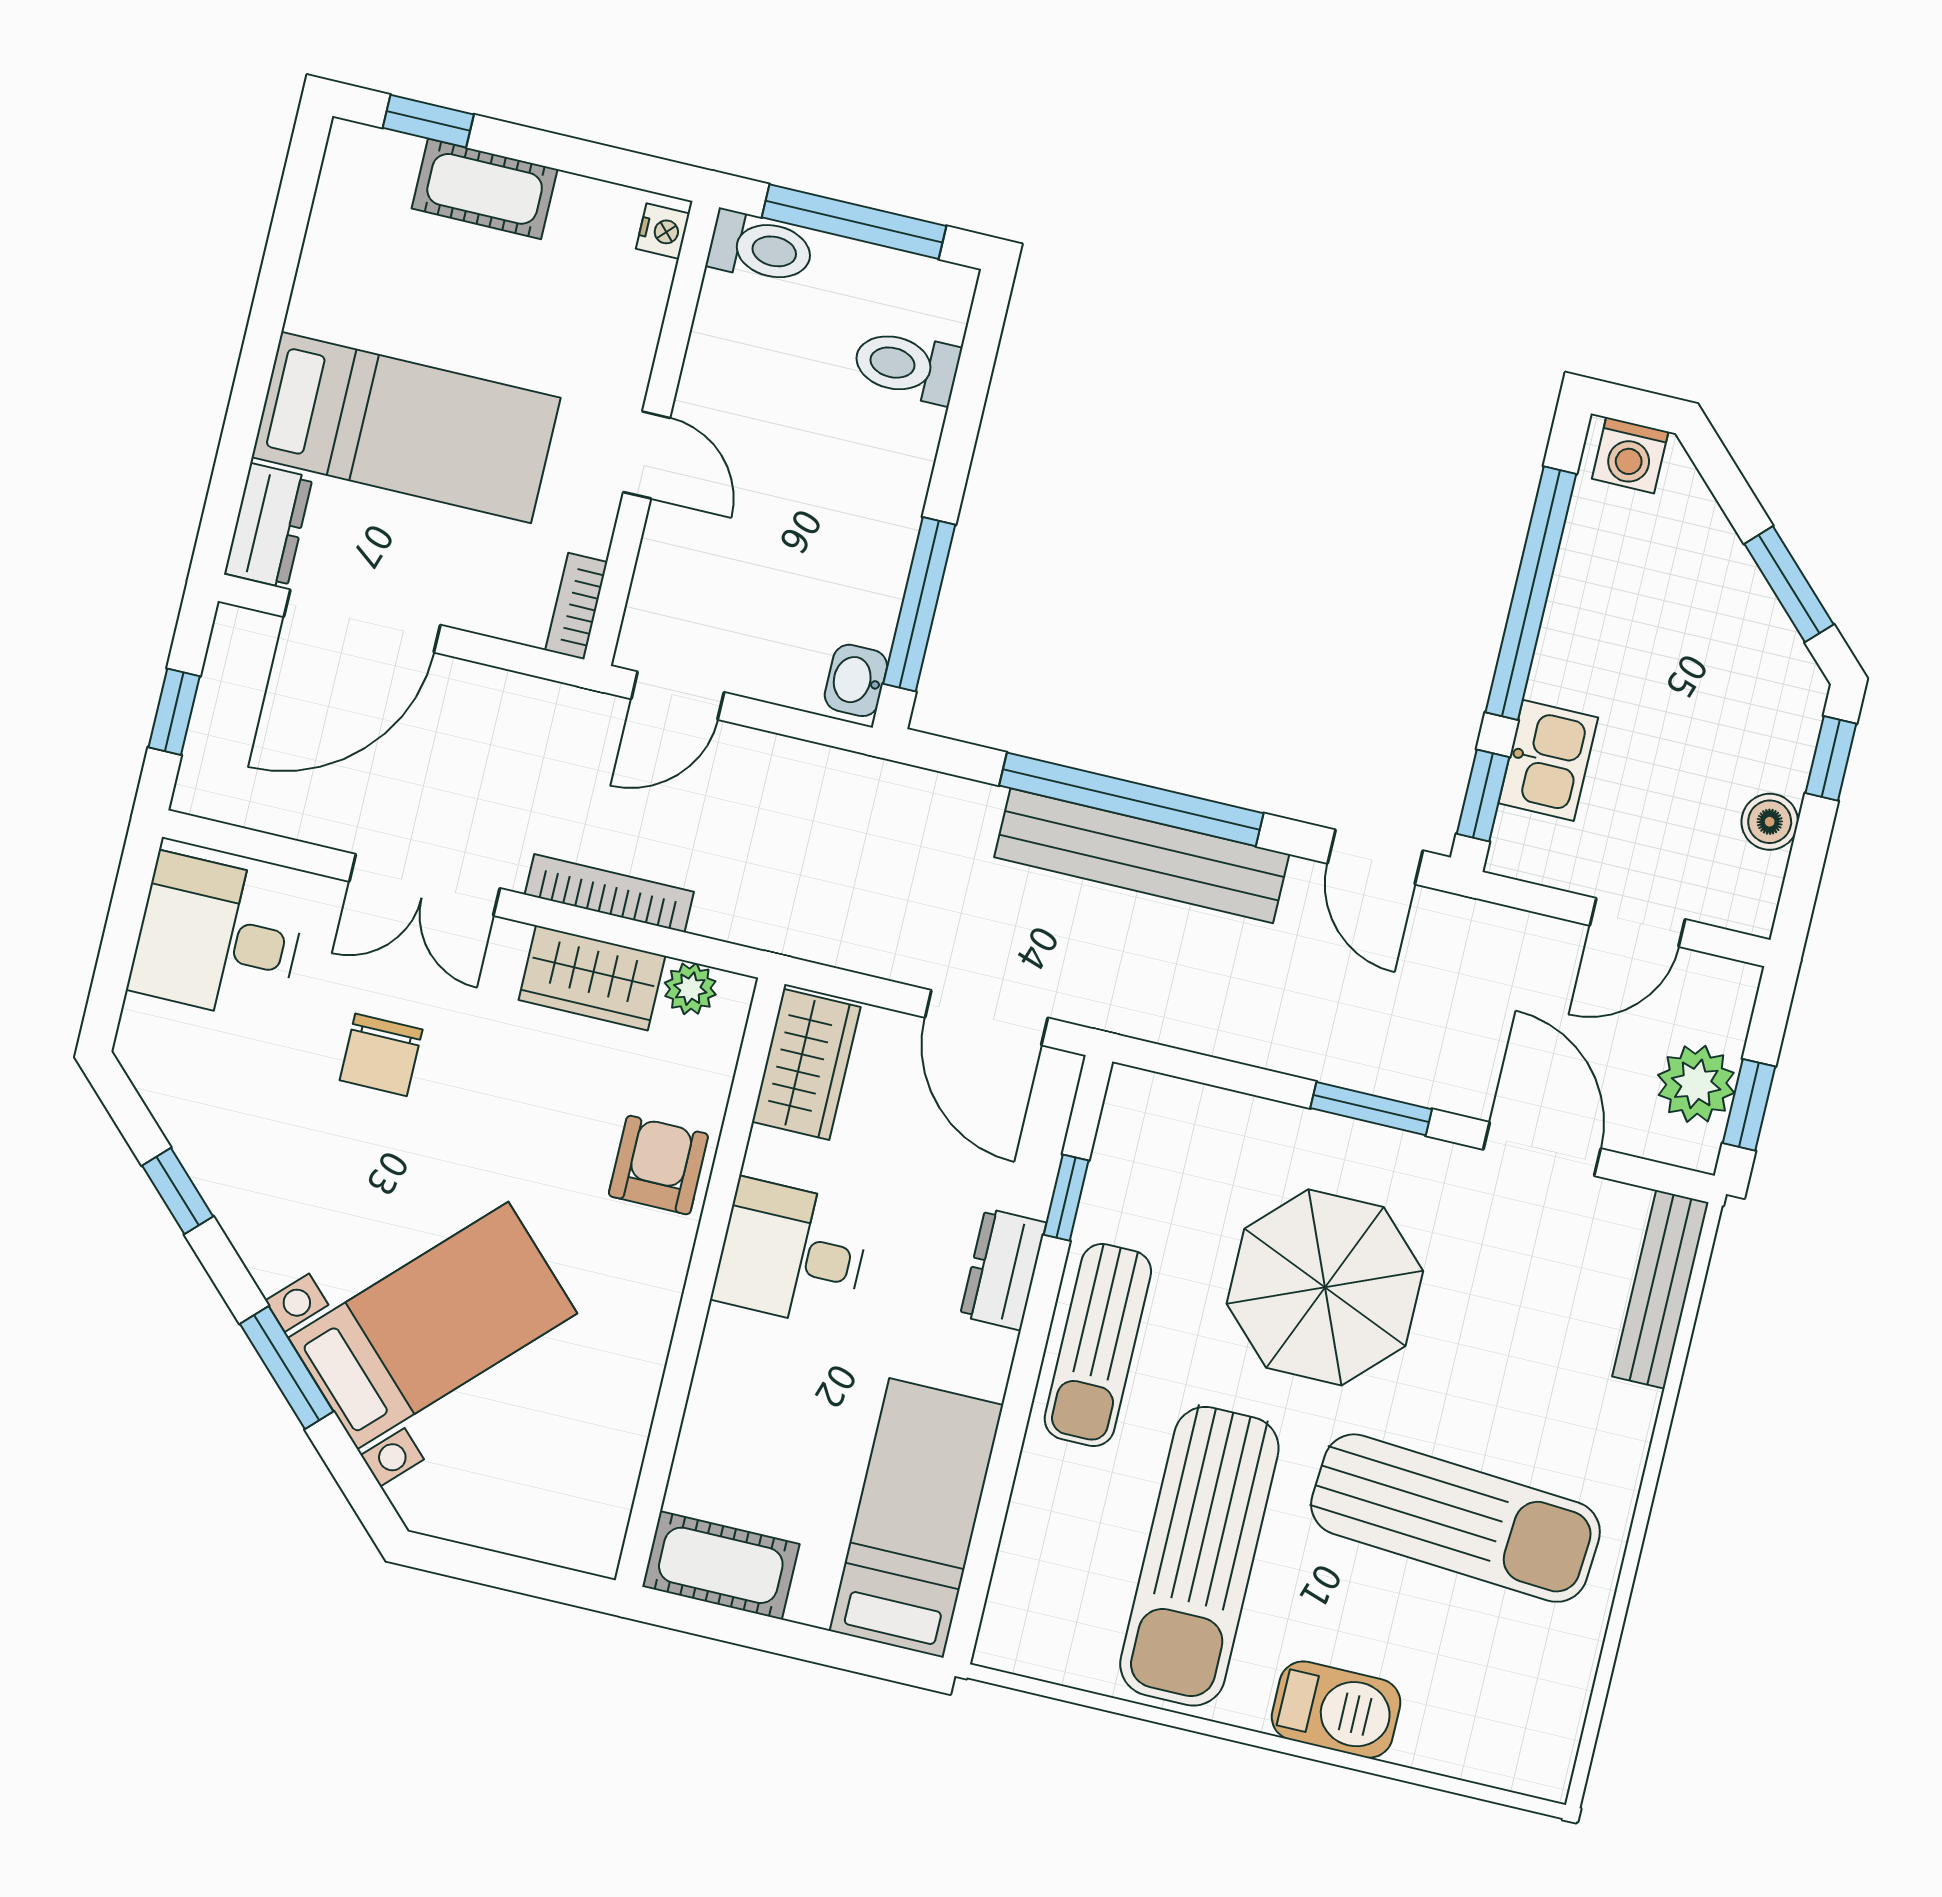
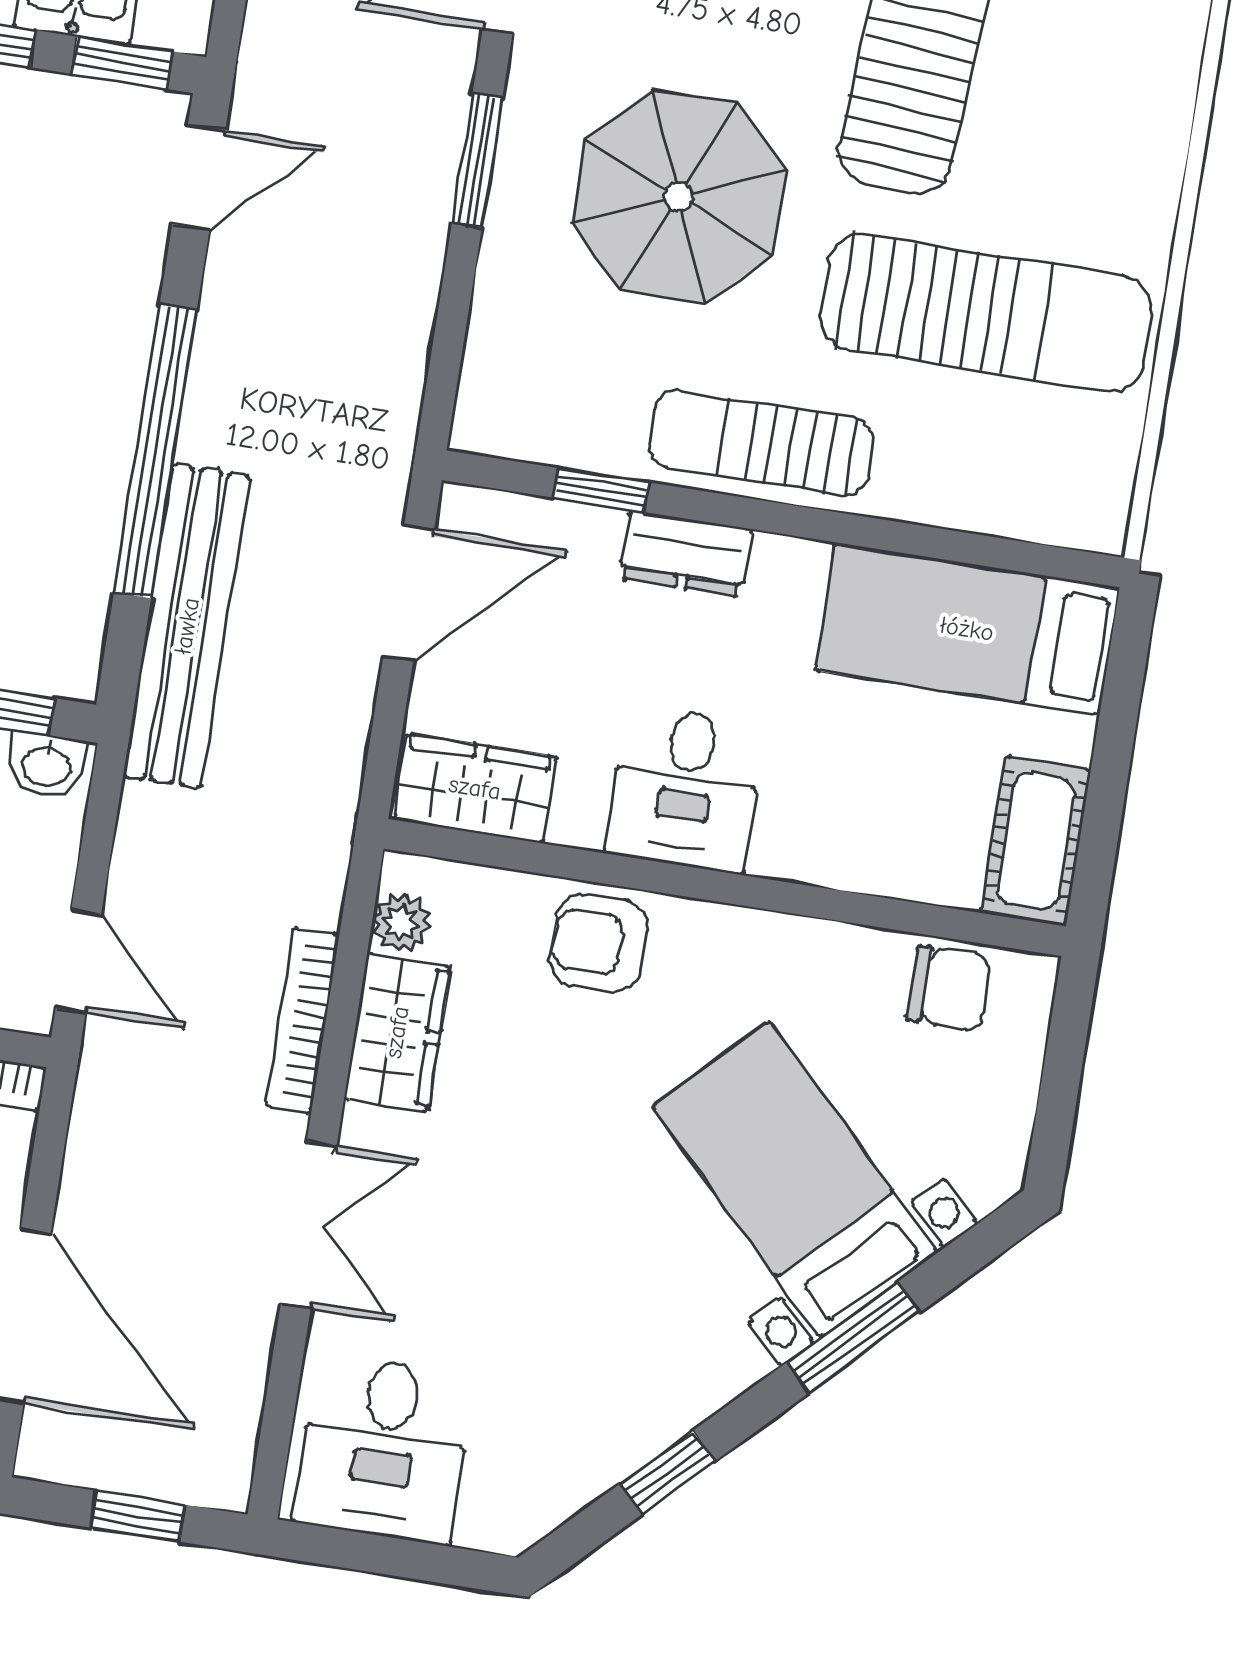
bench: (1142, 856) -> (187, 626), moved
chair: (381, 1055) -> (949, 988), moved
sun lounger: (1098, 1345) -> (761, 443), turned 180
barbecue: (1336, 1710) -> (1144, 149), removed

